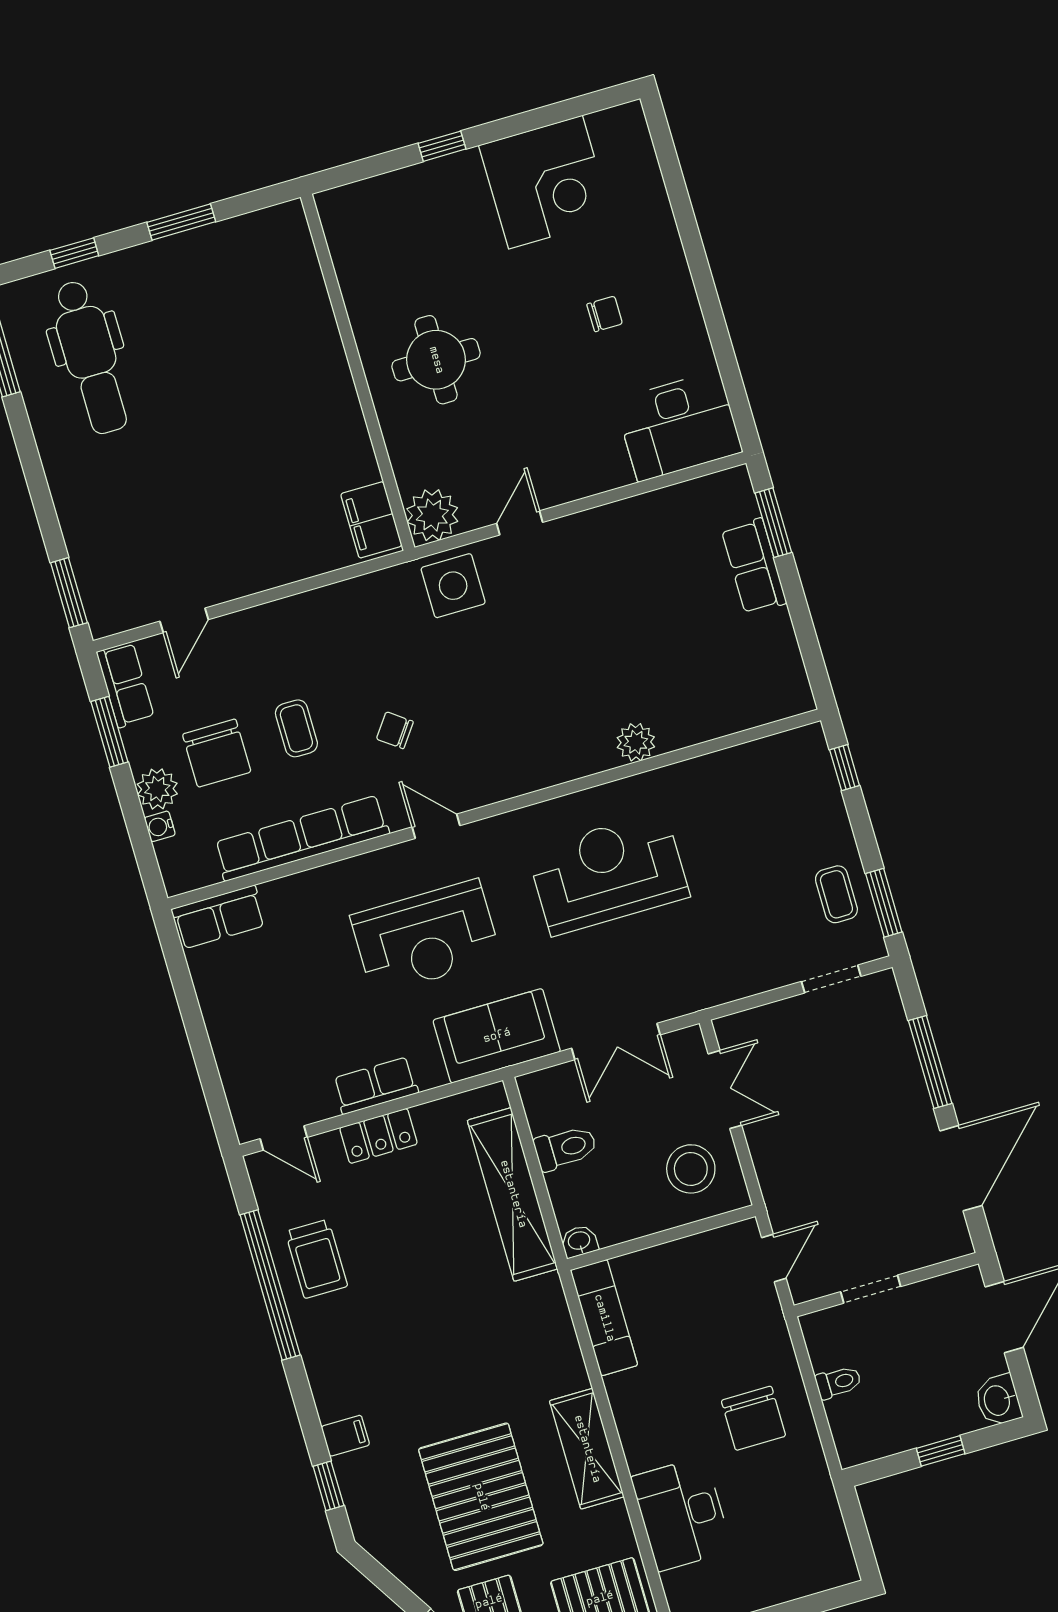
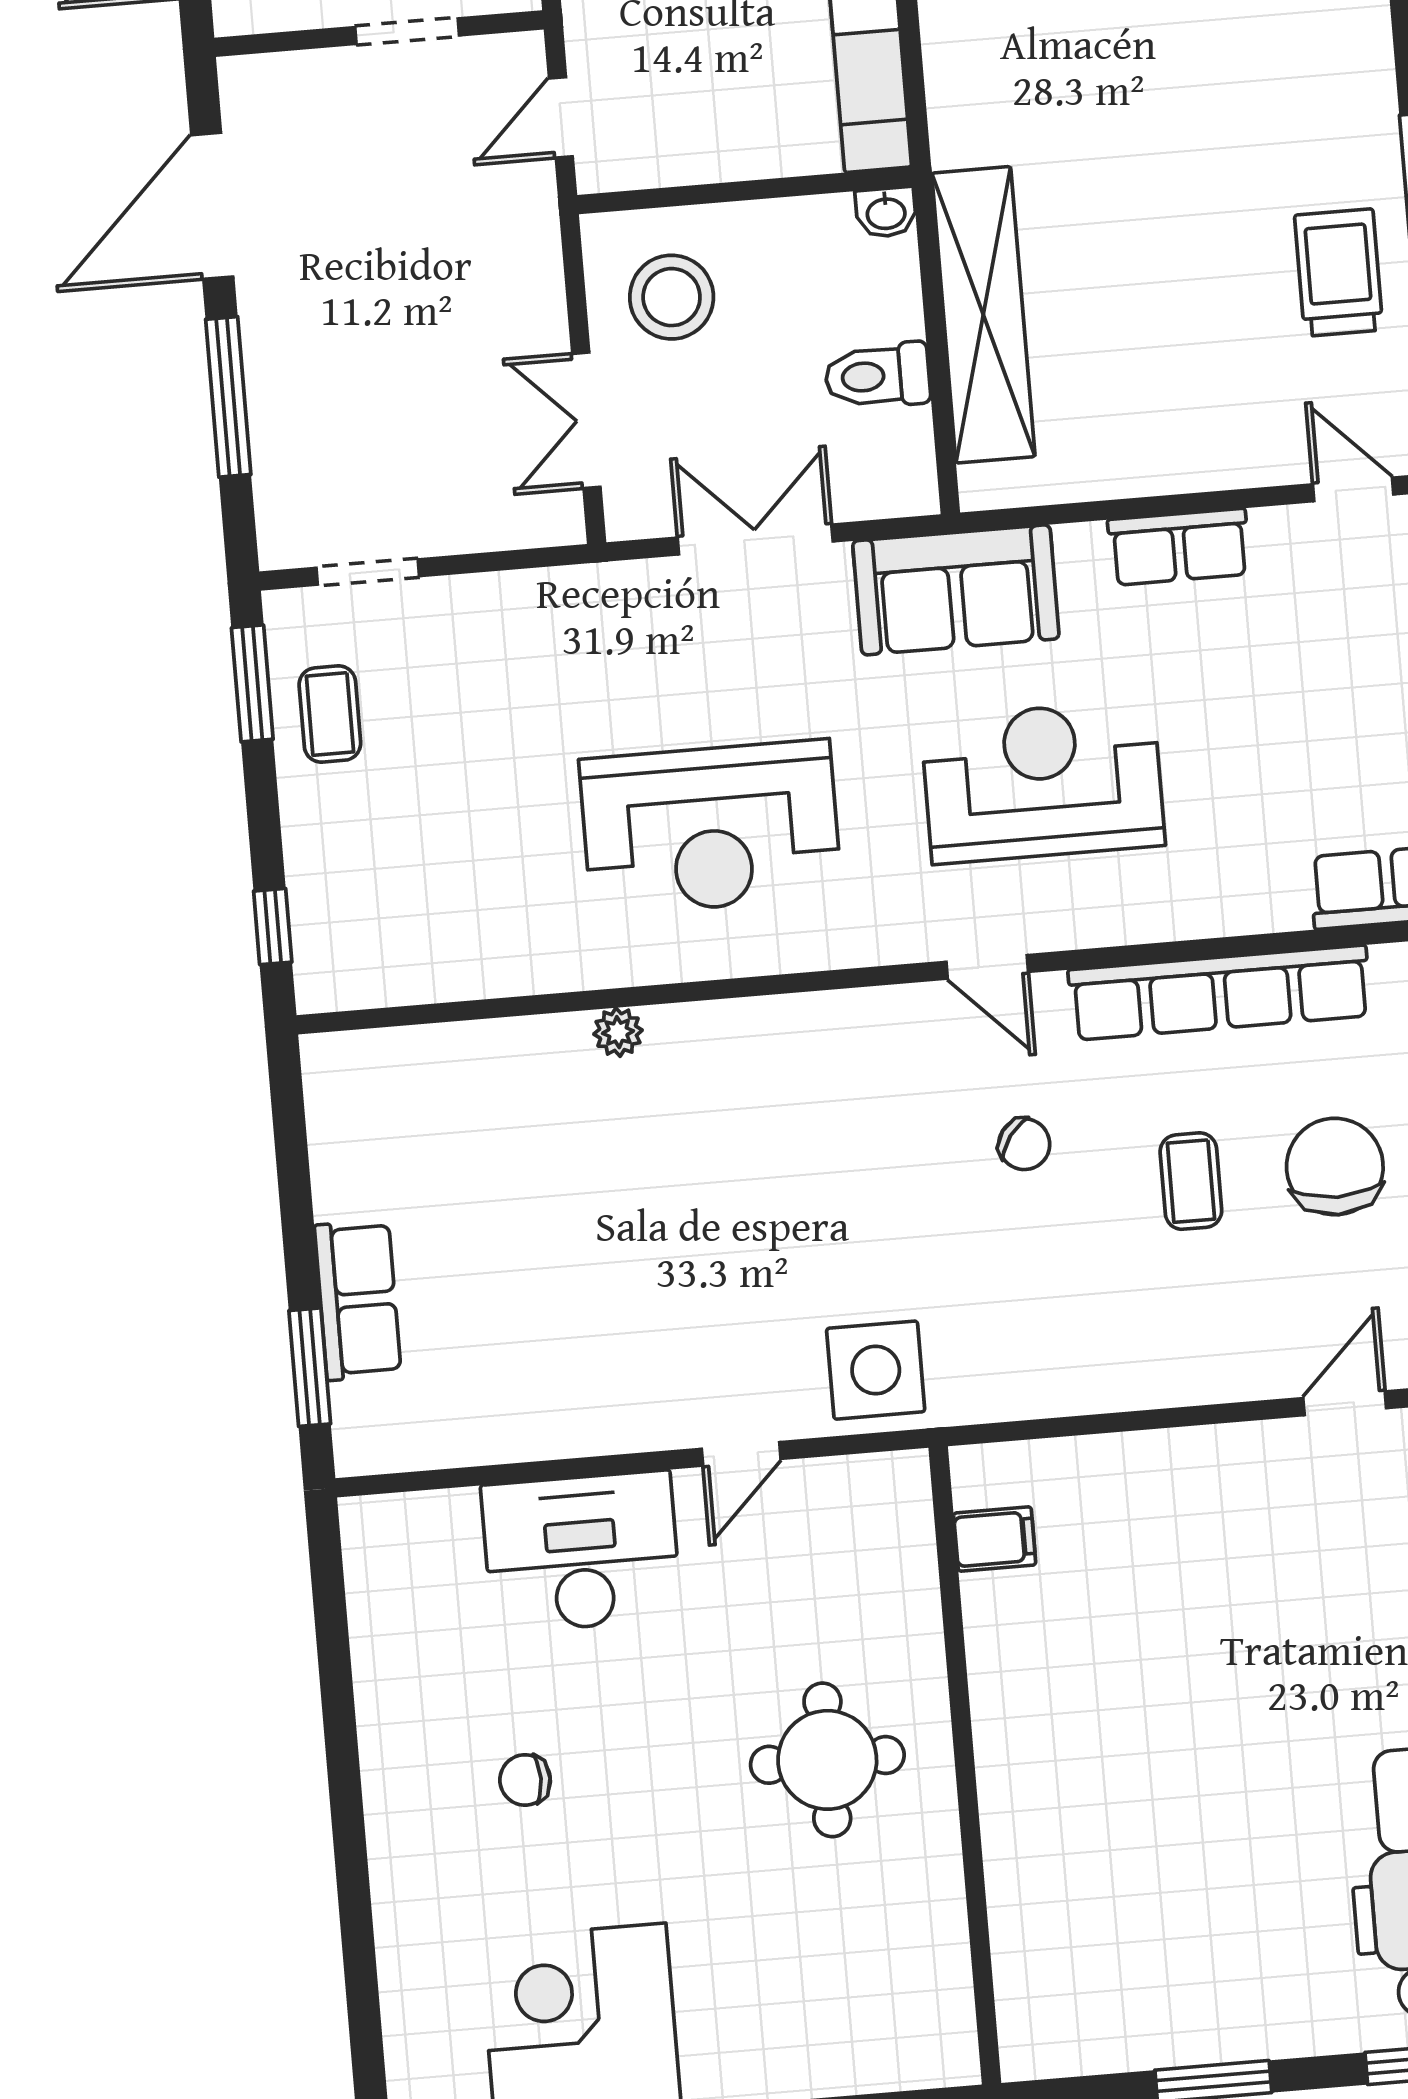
desk: (679, 426) -> (581, 1552), moved
plant: (432, 515) -> (887, 1497), removed
filing cabinet: (371, 520) -> (995, 1539), width x0.50
plant: (636, 742) -> (618, 1032), width x0.73, depth x0.73
locker: (378, 1136) -> (1191, 460), removed

